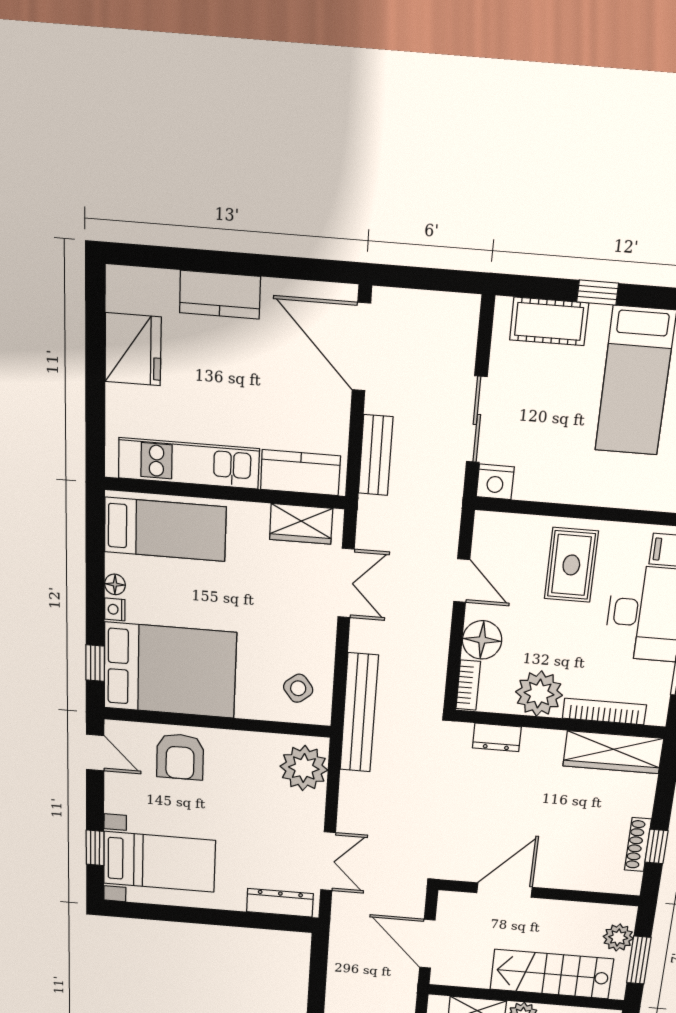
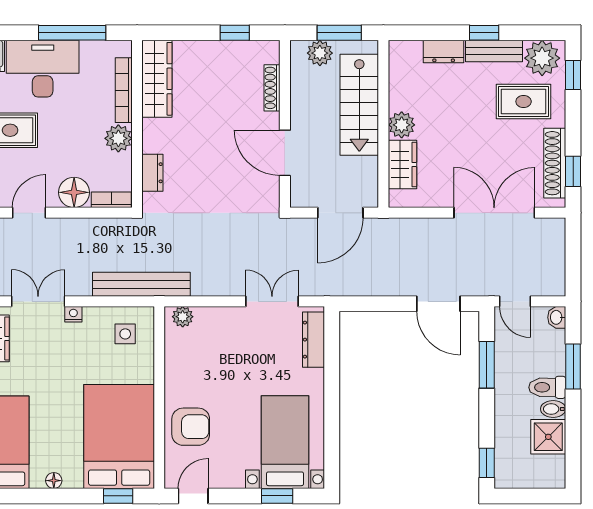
nightstand: (115, 609) -> (73, 314), moved, turned 180
side table: (298, 688) -> (125, 334), turned 38
plant: (539, 694) -> (118, 138), width x0.73, depth x0.73
plant: (304, 768) -> (183, 317), width x0.53, depth x0.53
shoe rack: (638, 845) -> (272, 88), moved, turned 90

